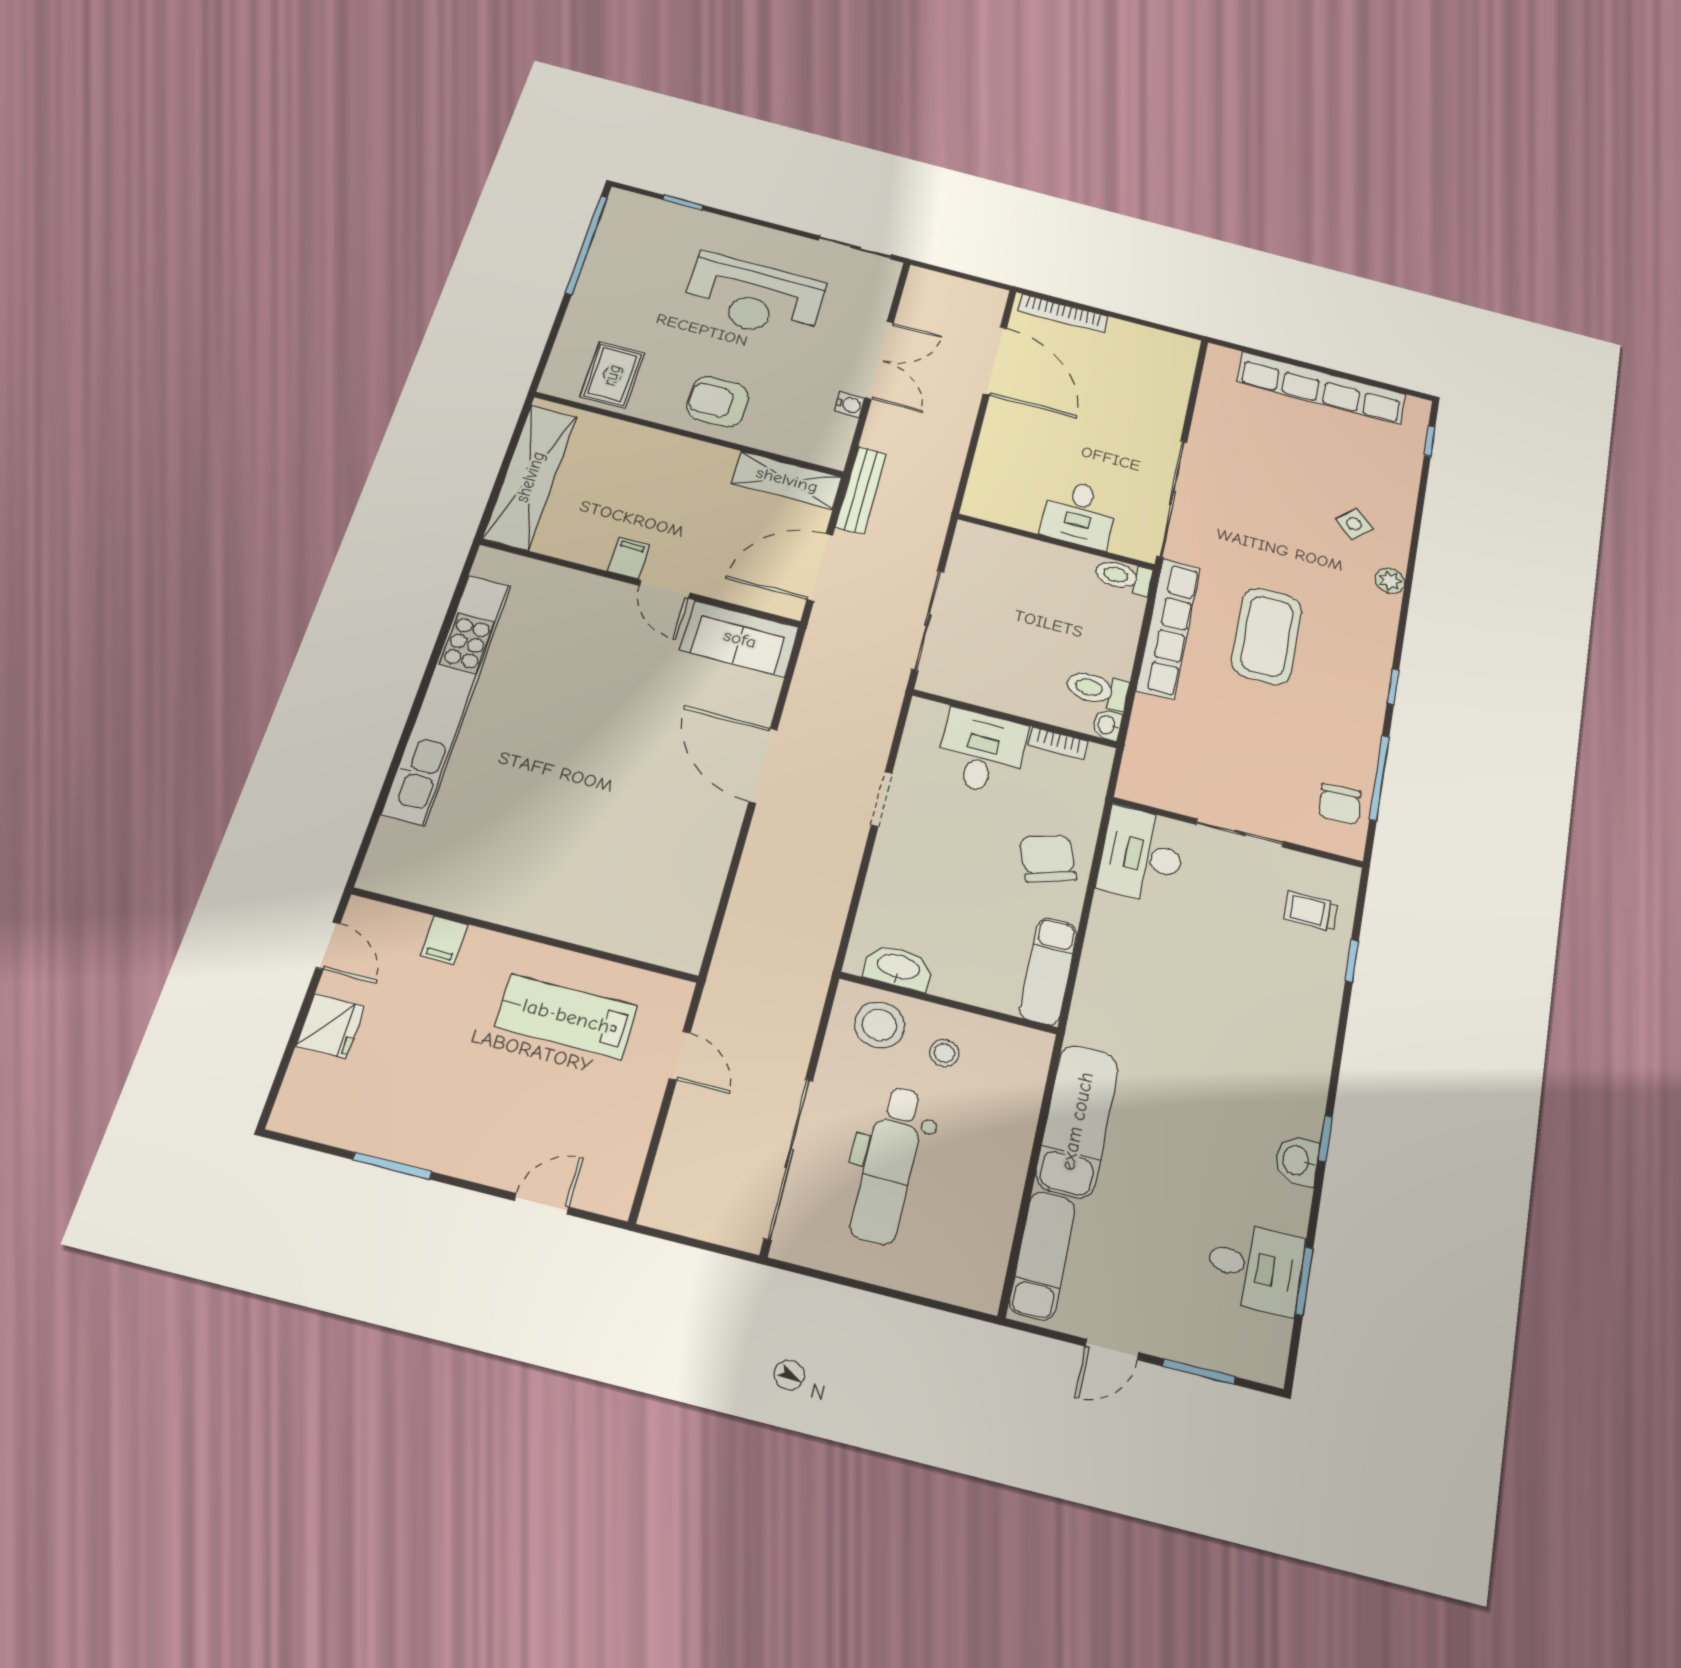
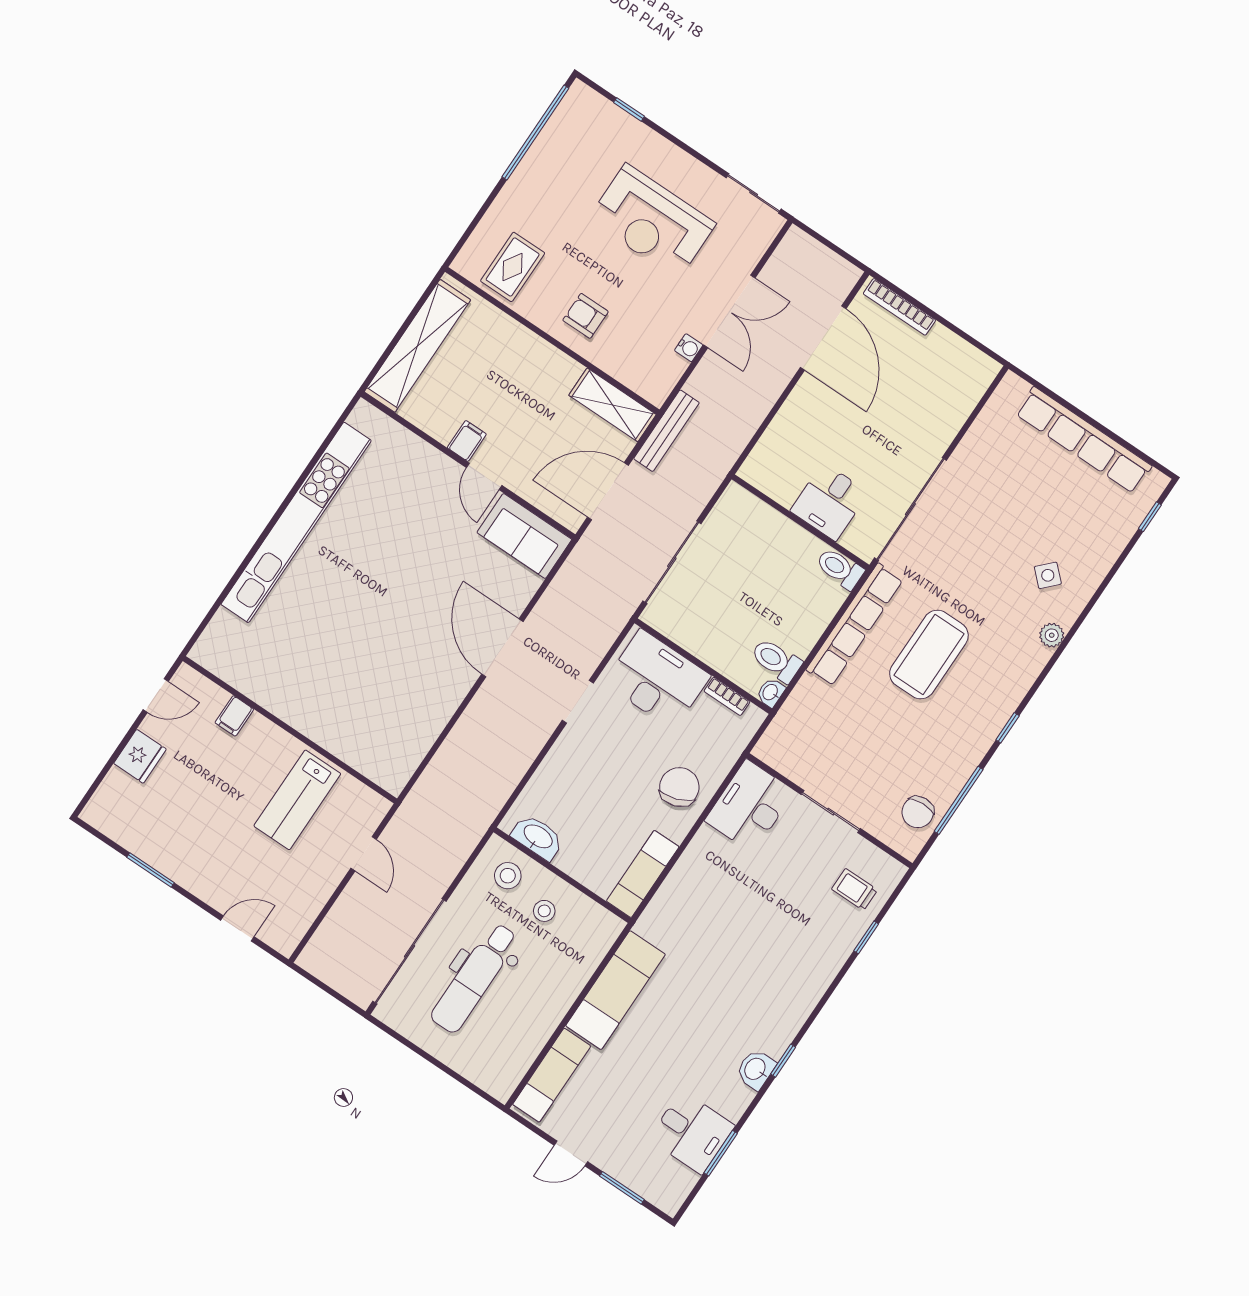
armchair: (718, 402) -> (586, 316), width x0.72, depth x0.72
desk: (982, 752) -> (657, 679), width x1.37
door: (328, 946) -> (156, 696), hinge flipped
lab bench: (566, 1016) -> (297, 800), turned -90
stool: (880, 1025) -> (508, 876), width x0.73, depth x0.73

